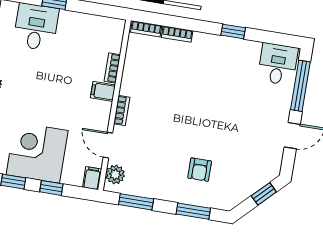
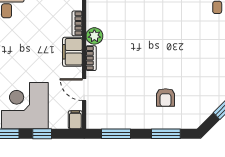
filing cabinet: (103, 91) -> (72, 52), width x2.00
plant: (115, 174) -> (94, 36), moved

